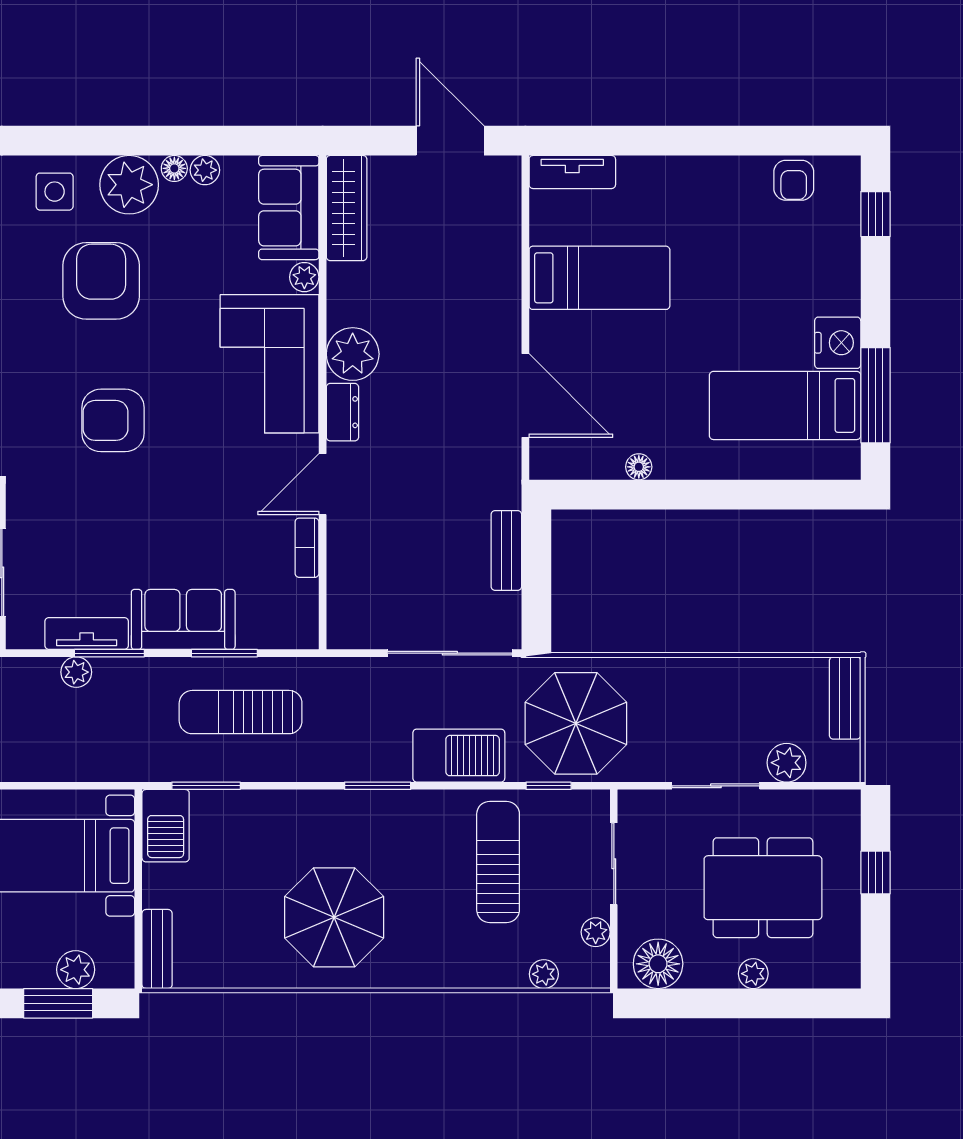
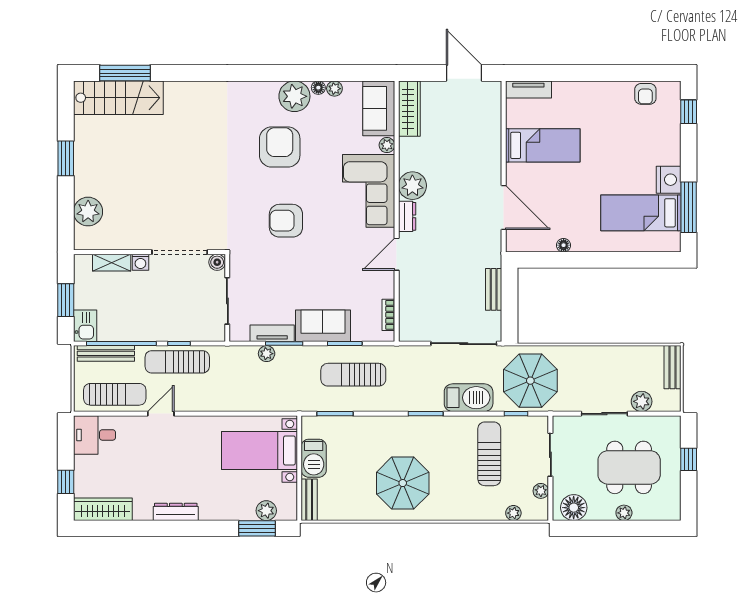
side table: (55, 192) -> (255, 100), removed
bookcase: (307, 548) -> (388, 315), moved
barbecue: (166, 826) -> (314, 458), moved

